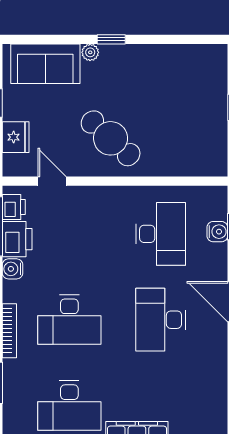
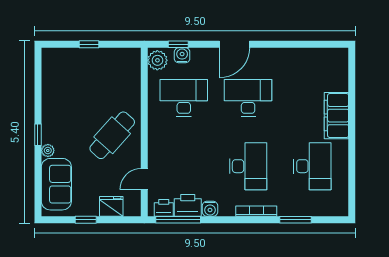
plant: (211, 199) -> (157, 60), added
desk: (161, 320) -> (248, 98), turned 180

